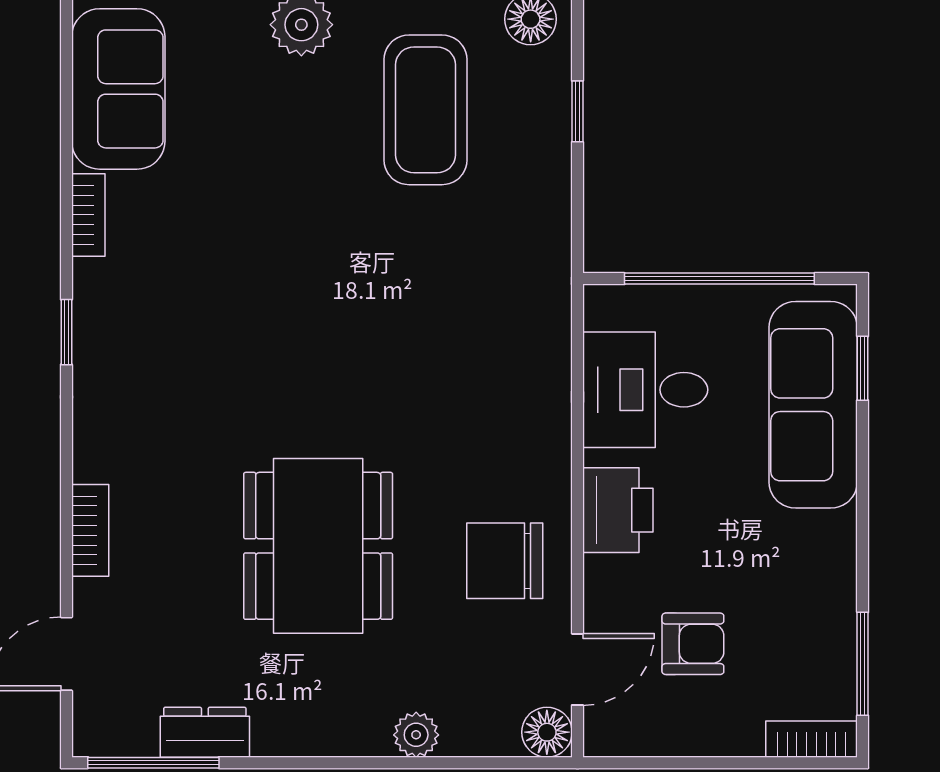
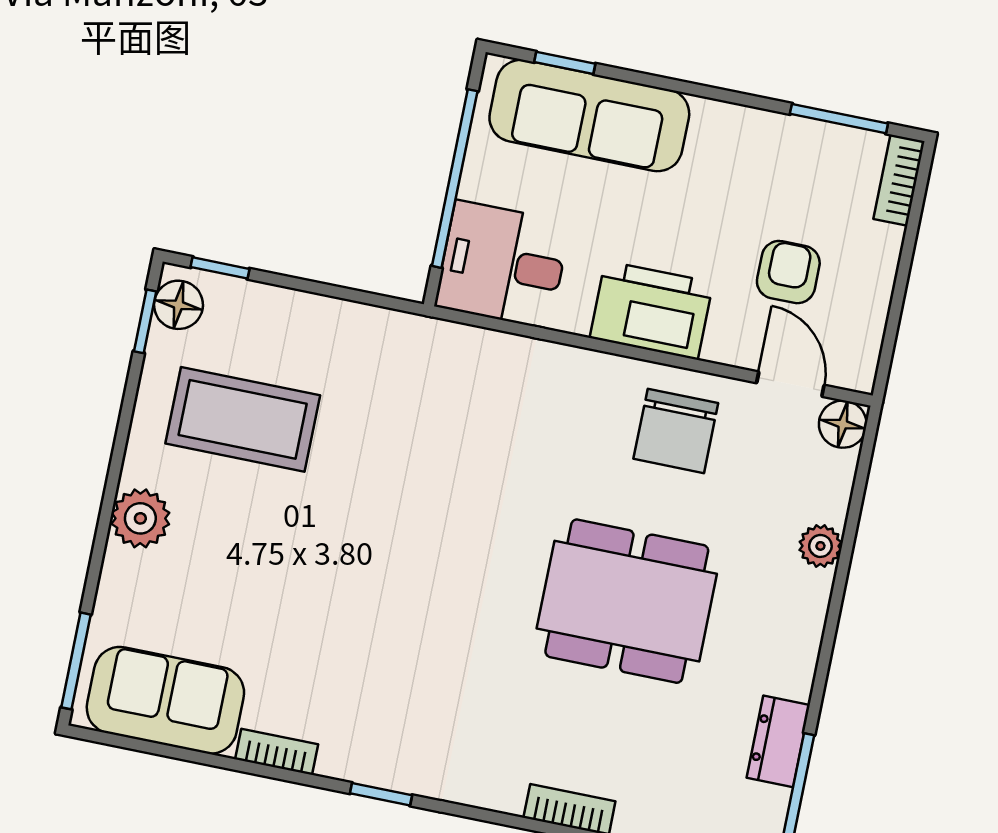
window: (577, 111) -> (220, 268), moved
desk: (645, 390) -> (503, 264), moved, turned 90
printer: (618, 510) -> (651, 310), width x1.37, depth x1.19

